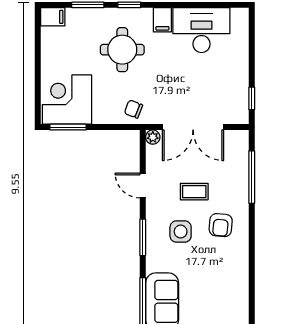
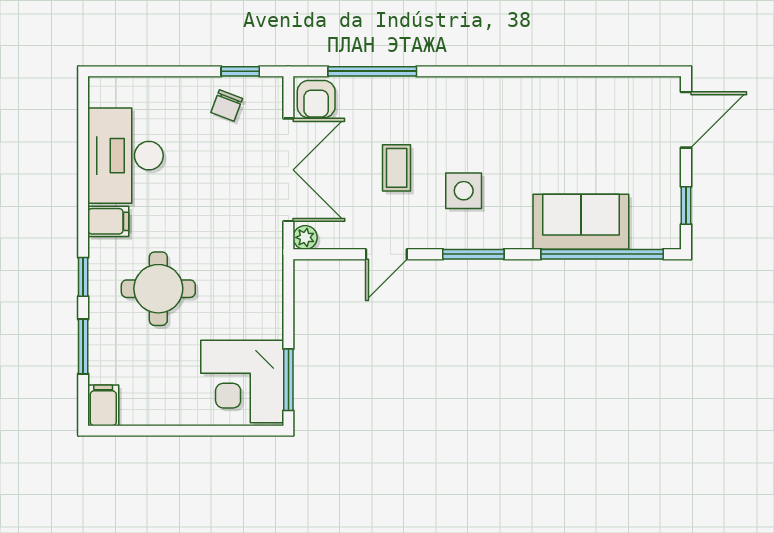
chair: (133, 109) -> (227, 105), moved
armchair: (221, 225) -> (316, 99), moved, turned 85

